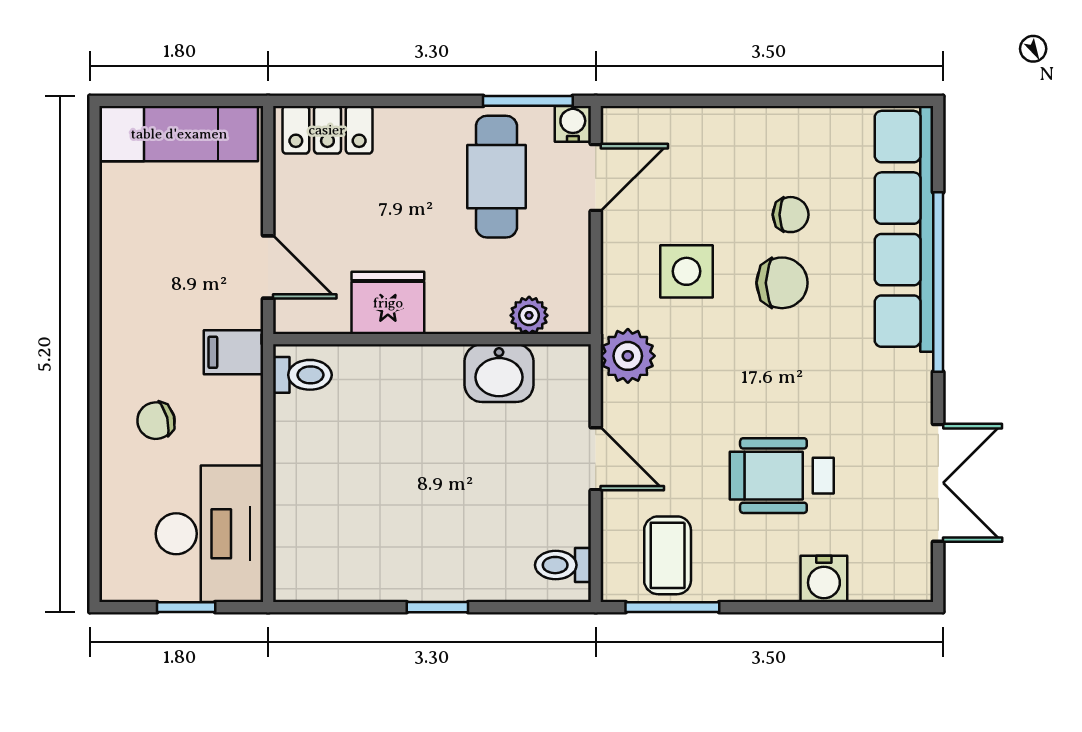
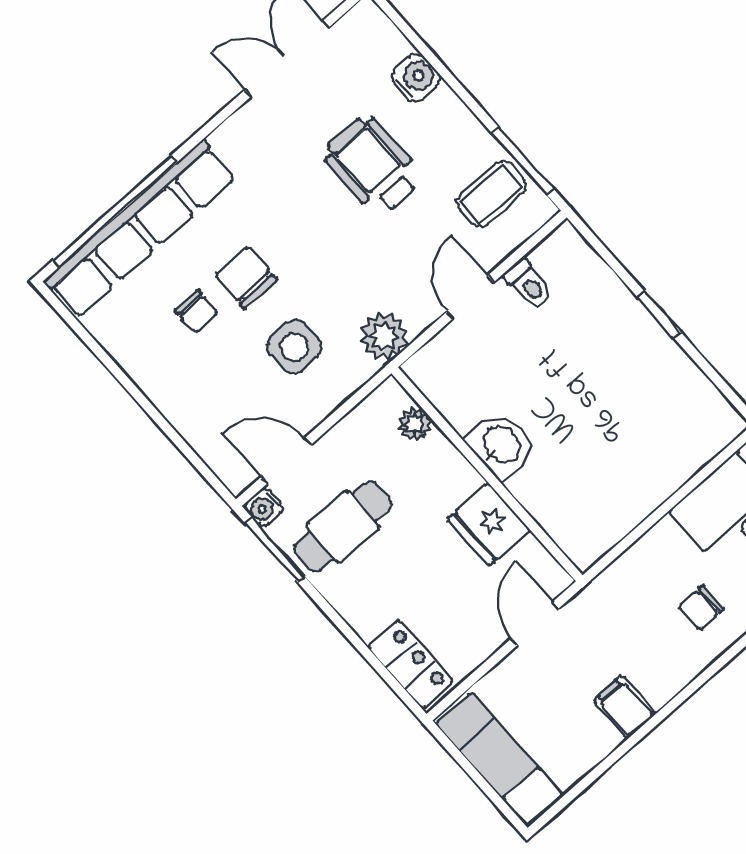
chair: (791, 215) -> (197, 312), turned 180
window: (938, 282) -> (115, 212), moved
filing cabinet: (234, 352) -> (625, 707), moved, turned 180
washbasin: (499, 373) -> (501, 445), moved
toilet: (302, 375) -> (586, 538), removed
chair: (156, 421) -> (701, 608), turned 105
wheelchair: (782, 476) -> (373, 166), turned 180
toilet: (563, 565) -> (528, 284), moved

